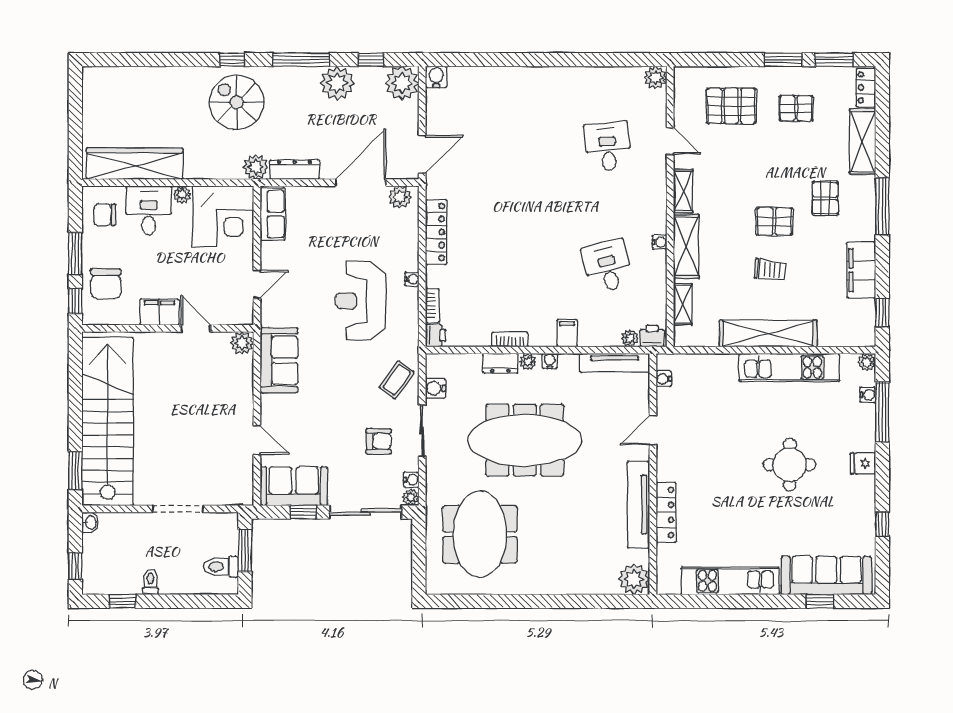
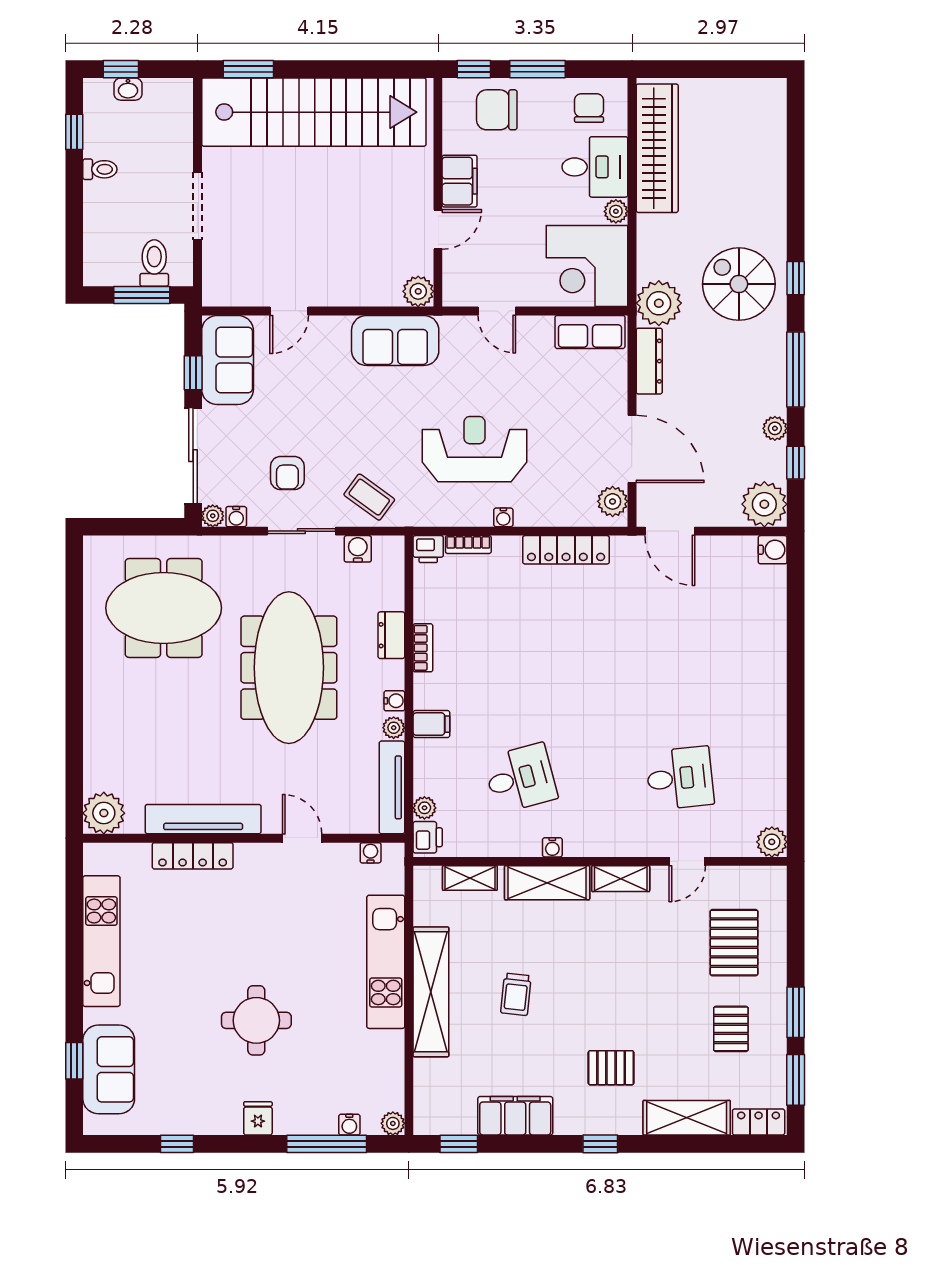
plant: (337, 83) -> (775, 428), width x0.53, depth x0.53
spiral stairs: (237, 102) -> (739, 284), turned -90
plant: (256, 167) -> (659, 303), width x1.36, depth x1.36
window: (882, 206) -> (600, 1144), width x0.46
pallet: (774, 222) -> (580, 1000), removed
plant: (528, 361) -> (394, 728), moved
kitchen unit: (789, 367) -> (386, 962), moved
washbasin: (90, 523) -> (128, 89), moved
toilet: (221, 567) -> (154, 263), moved
sofa: (826, 575) -> (109, 1069), width x0.73

